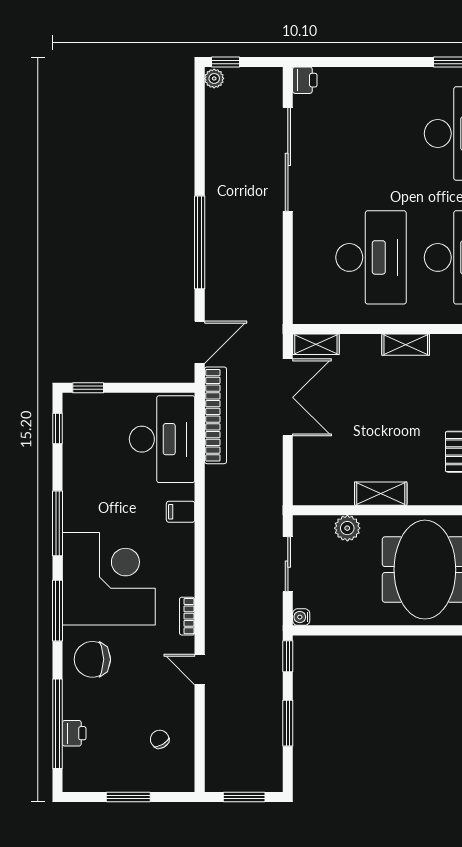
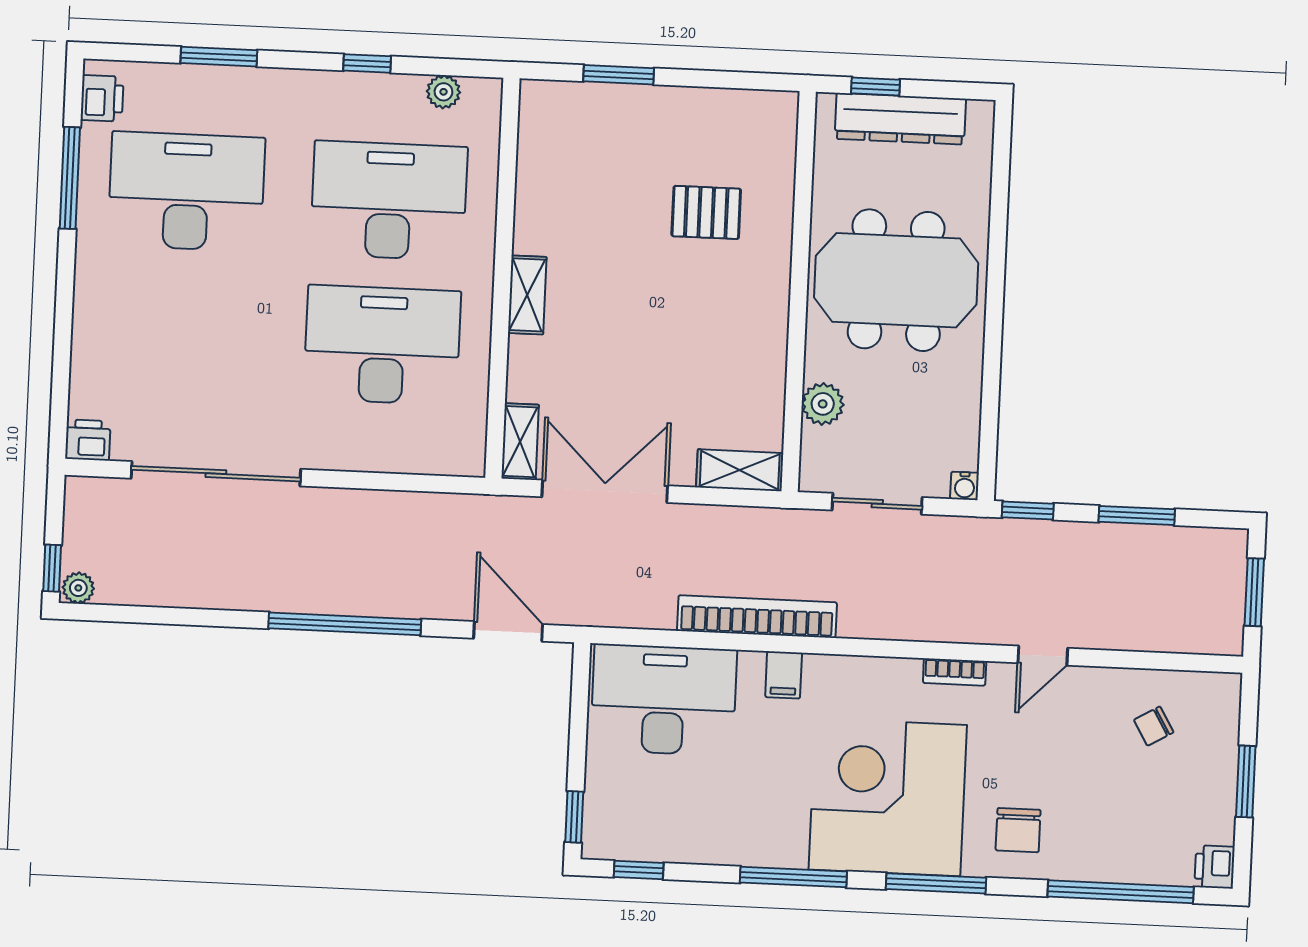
bookcase: (216, 415) -> (757, 617), moved
shelving: (381, 494) -> (740, 470), moved, turned 90
chair: (92, 659) -> (1018, 830), width x0.73, depth x0.73
printer: (74, 733) -> (1215, 867), moved, turned -90

